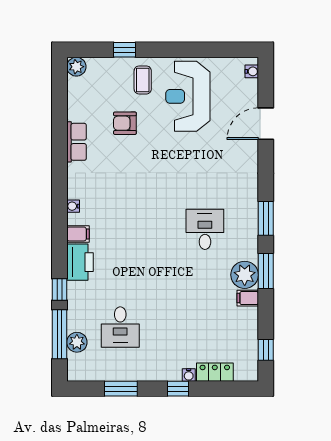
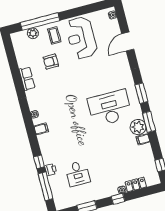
window: (125, 50) -> (40, 22), width x3.17
plant: (76, 67) -> (33, 33), moved
desk: (205, 229) -> (110, 108), width x1.87, depth x1.30
printer: (80, 262) -> (51, 170), moved, width x0.53, depth x0.68
plant: (77, 342) -> (56, 188), removed

